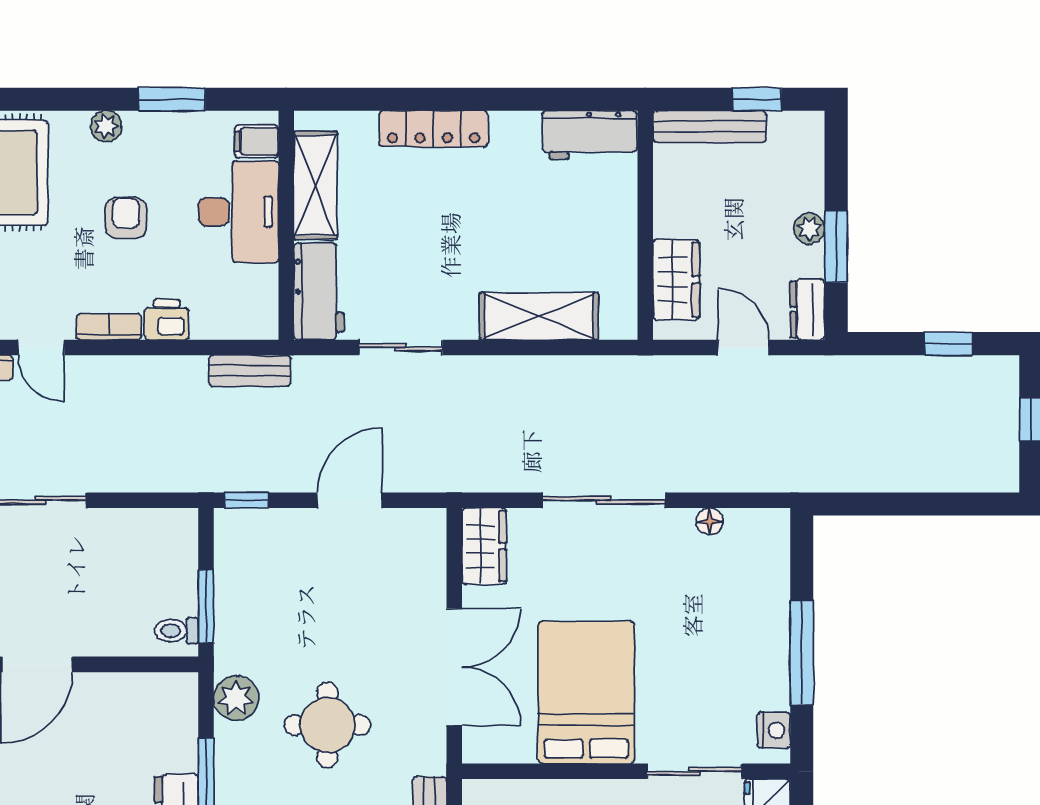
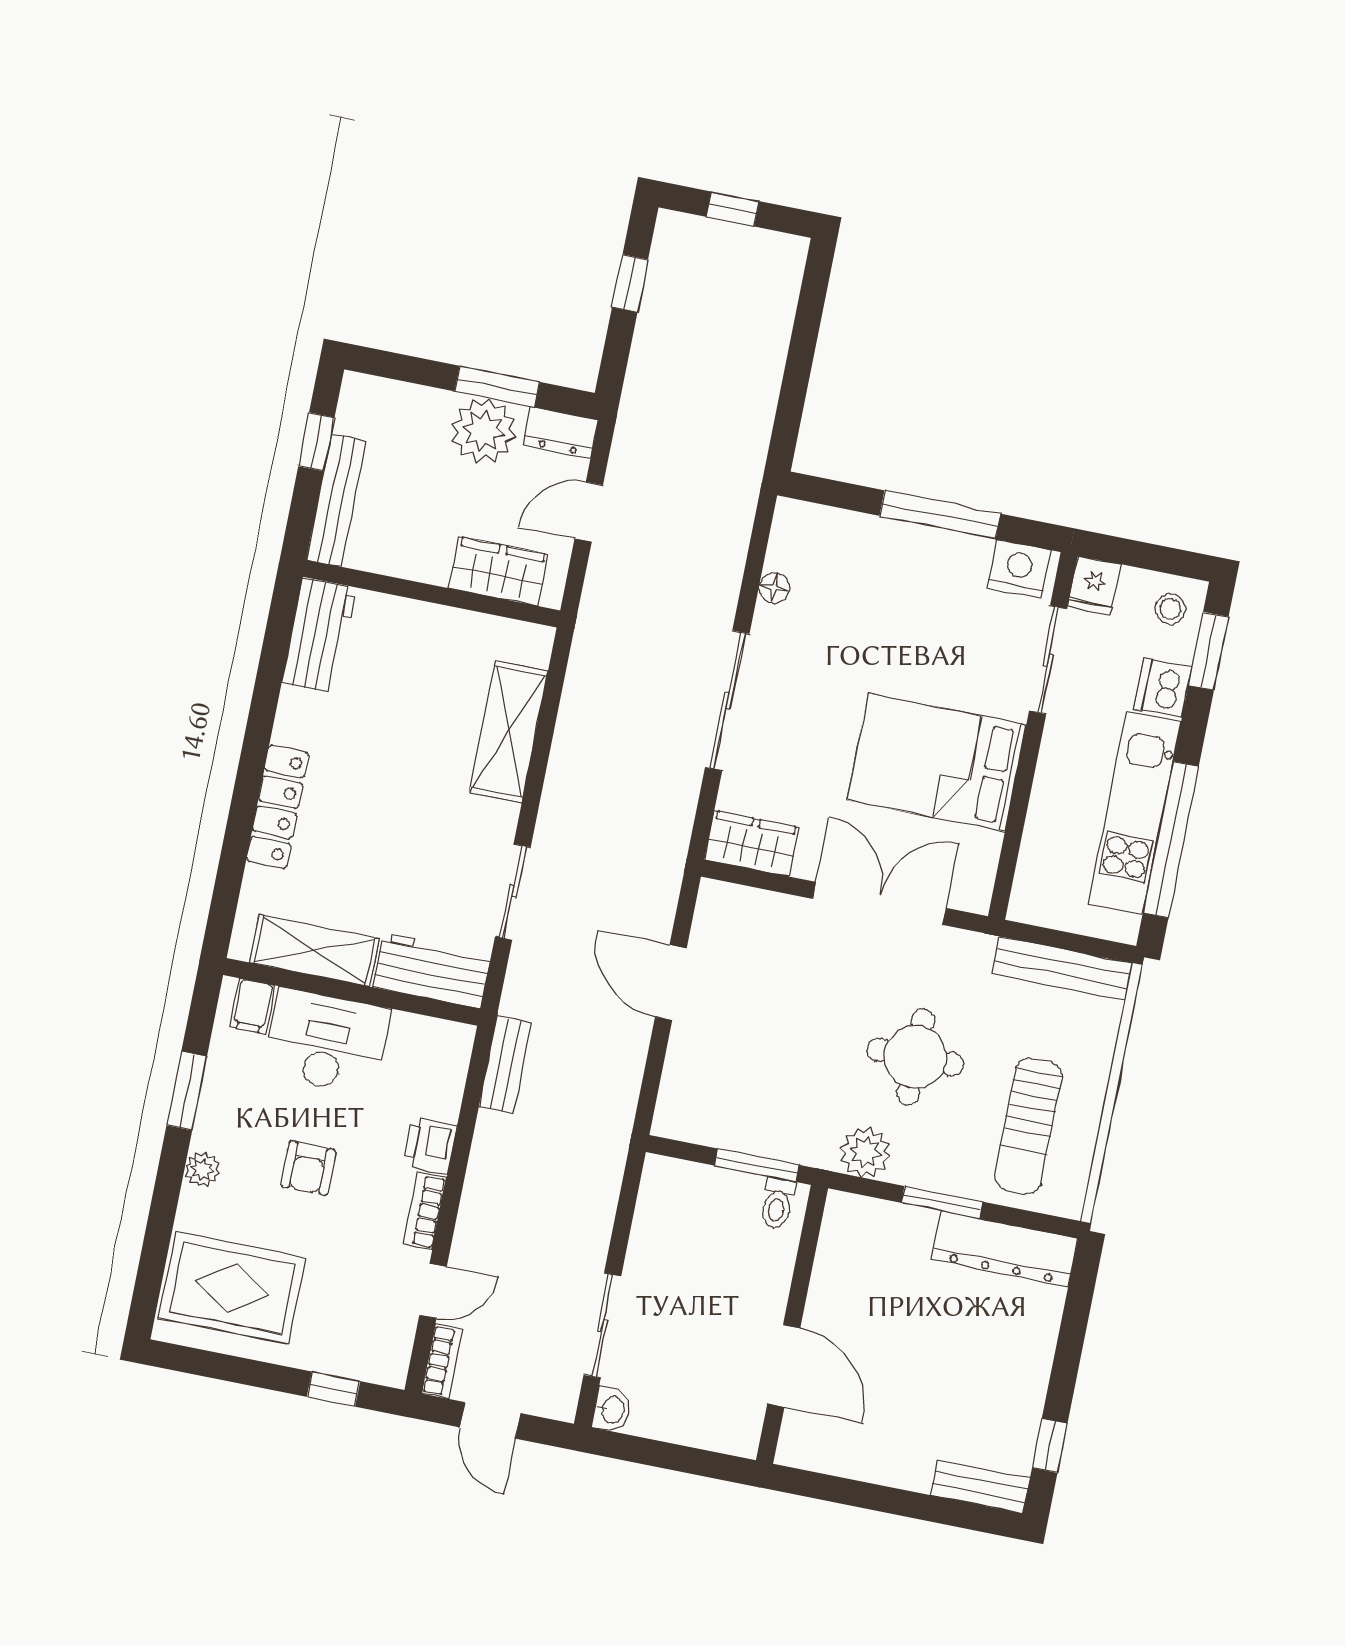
armchair: (126, 218) -> (308, 1168), turned -90
plant: (809, 229) -> (483, 431), width x1.87, depth x1.87
window: (246, 500) -> (648, 1097), removed
nightstand: (774, 730) -> (1019, 569), width x1.36, depth x1.33

